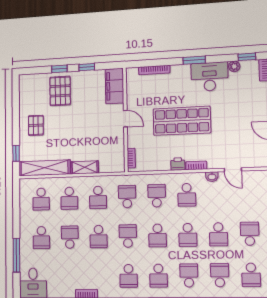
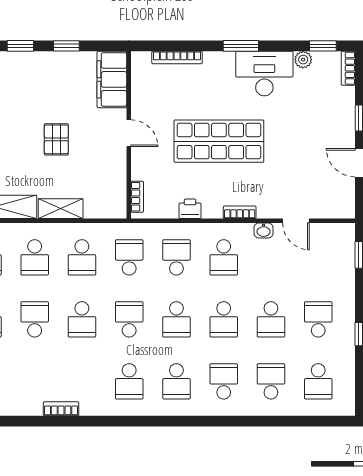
pallet: (60, 91) -> (56, 139), moved, width x0.67, depth x0.71
printer: (178, 164) -> (190, 209), moved

